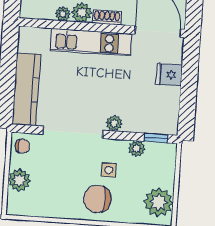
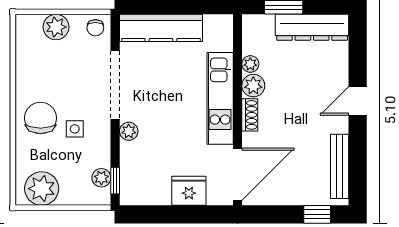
fridge: (169, 75) -> (189, 191), width x1.38
plant: (137, 149) -> (101, 178), moved

